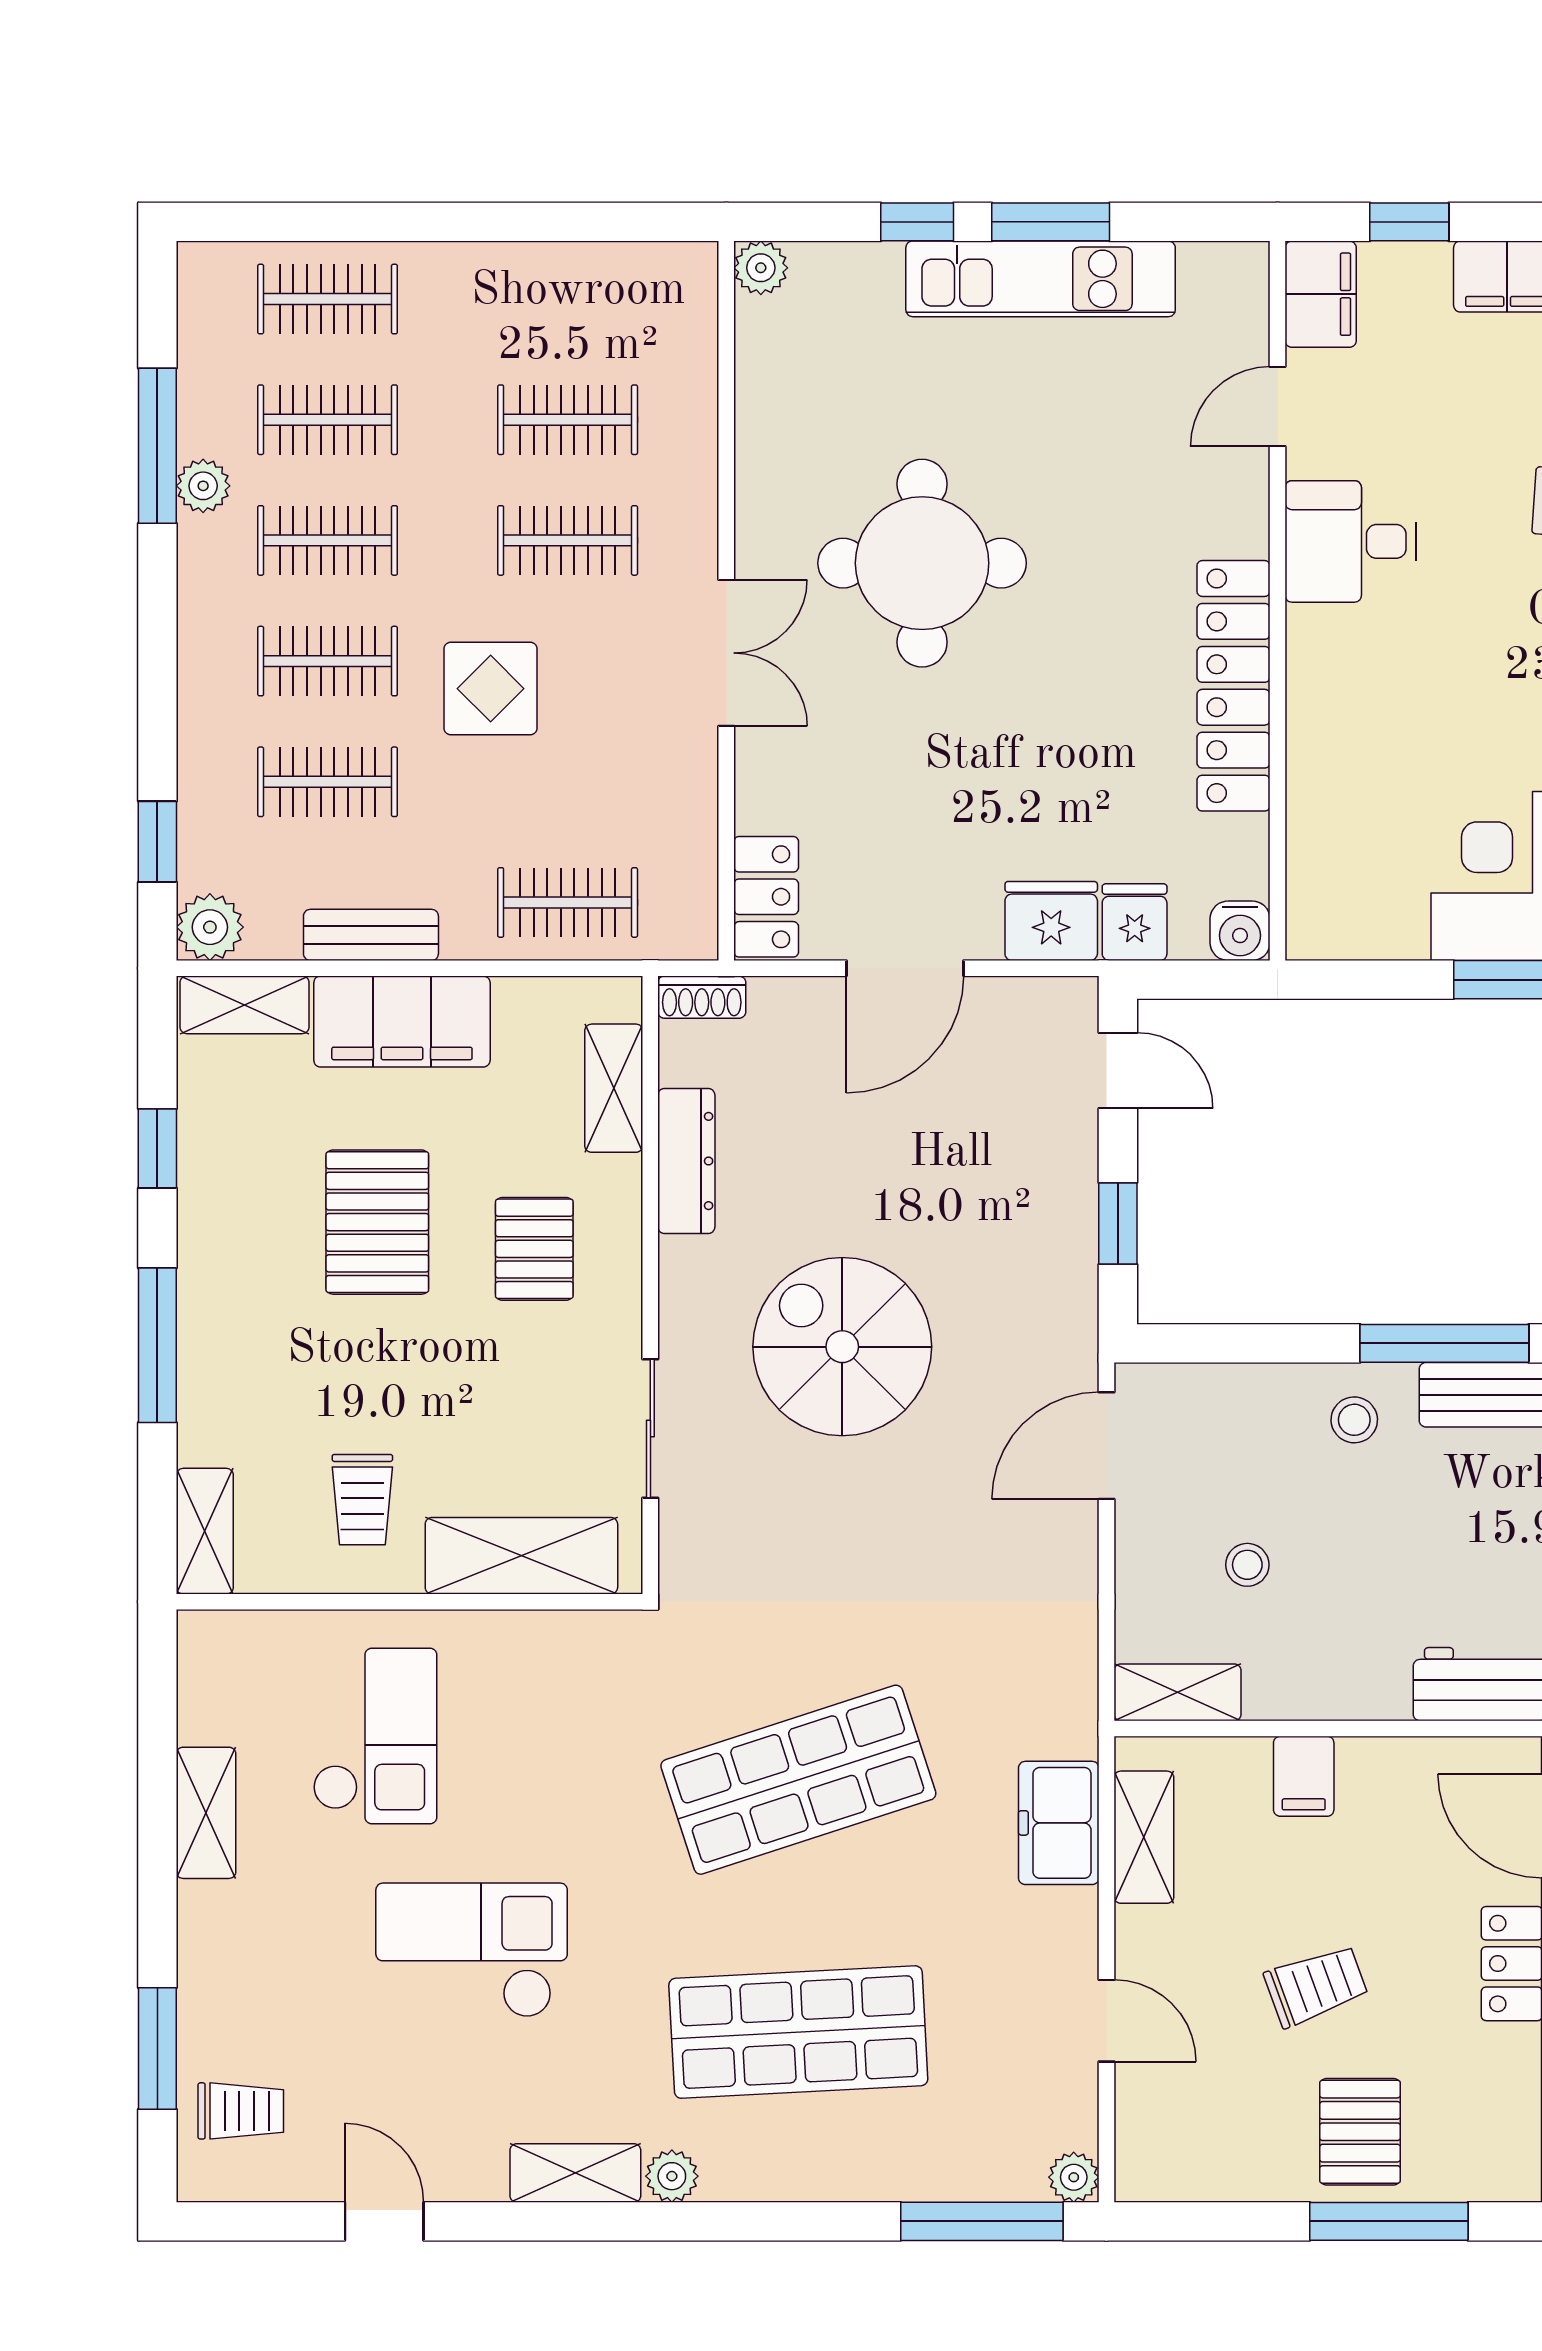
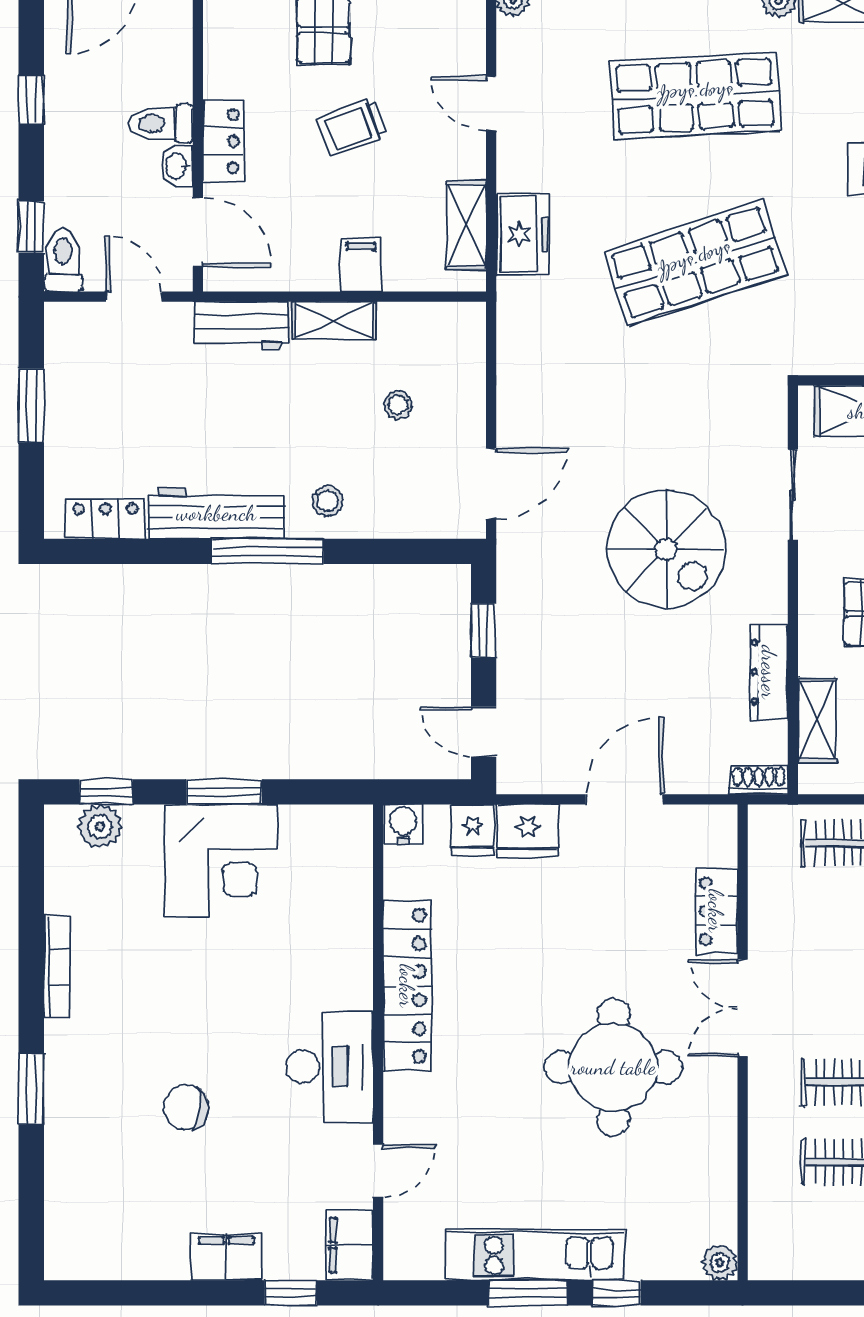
desk: (1351, 541) -> (330, 1067), width x1.37
locker: (766, 897) -> (716, 911), moved
shelving: (1178, 1692) -> (334, 321), moved

